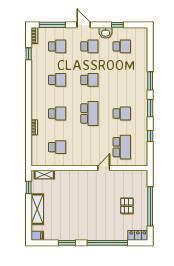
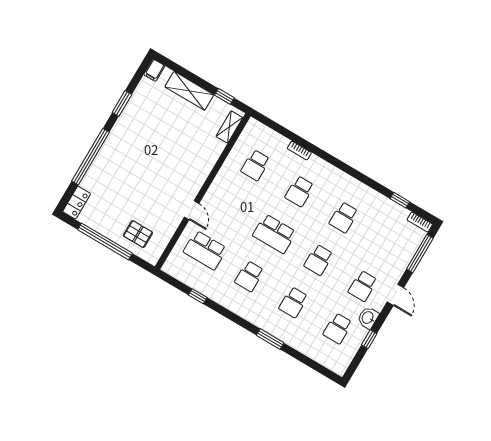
door: (84, 25) -> (395, 295), hinge flipped
school desk: (57, 46) -> (293, 302), moved
window: (150, 108) -> (234, 318), removed
pallet: (127, 206) -> (138, 234), moved

